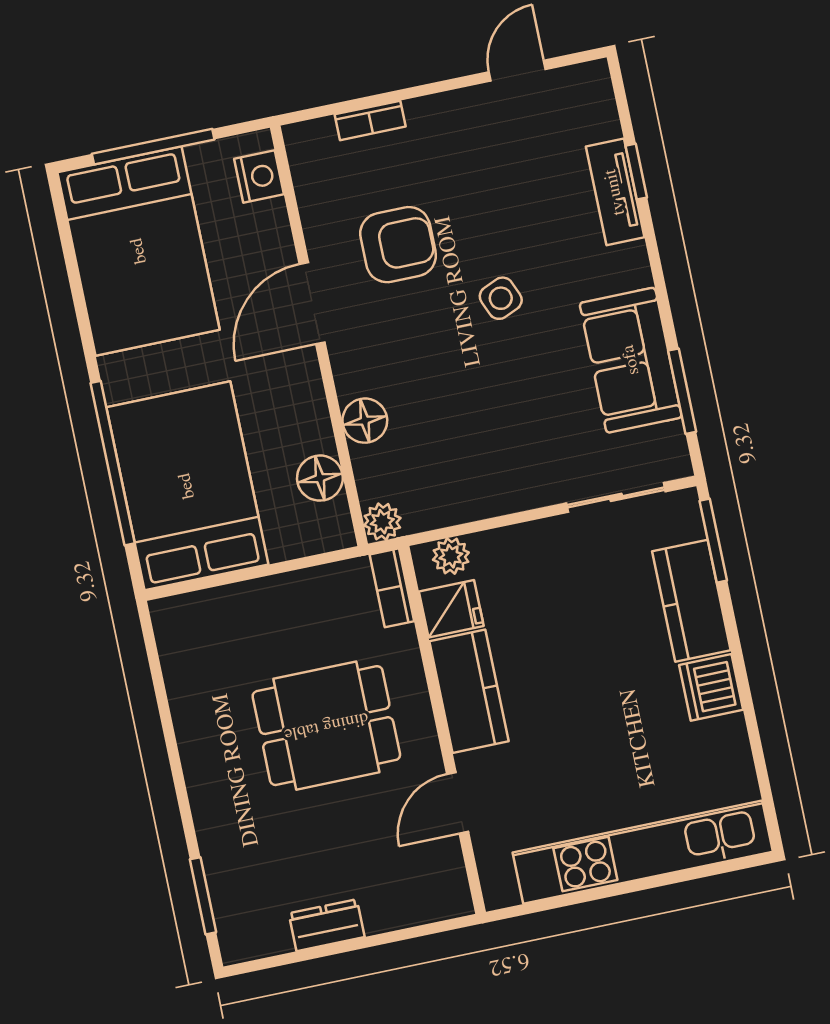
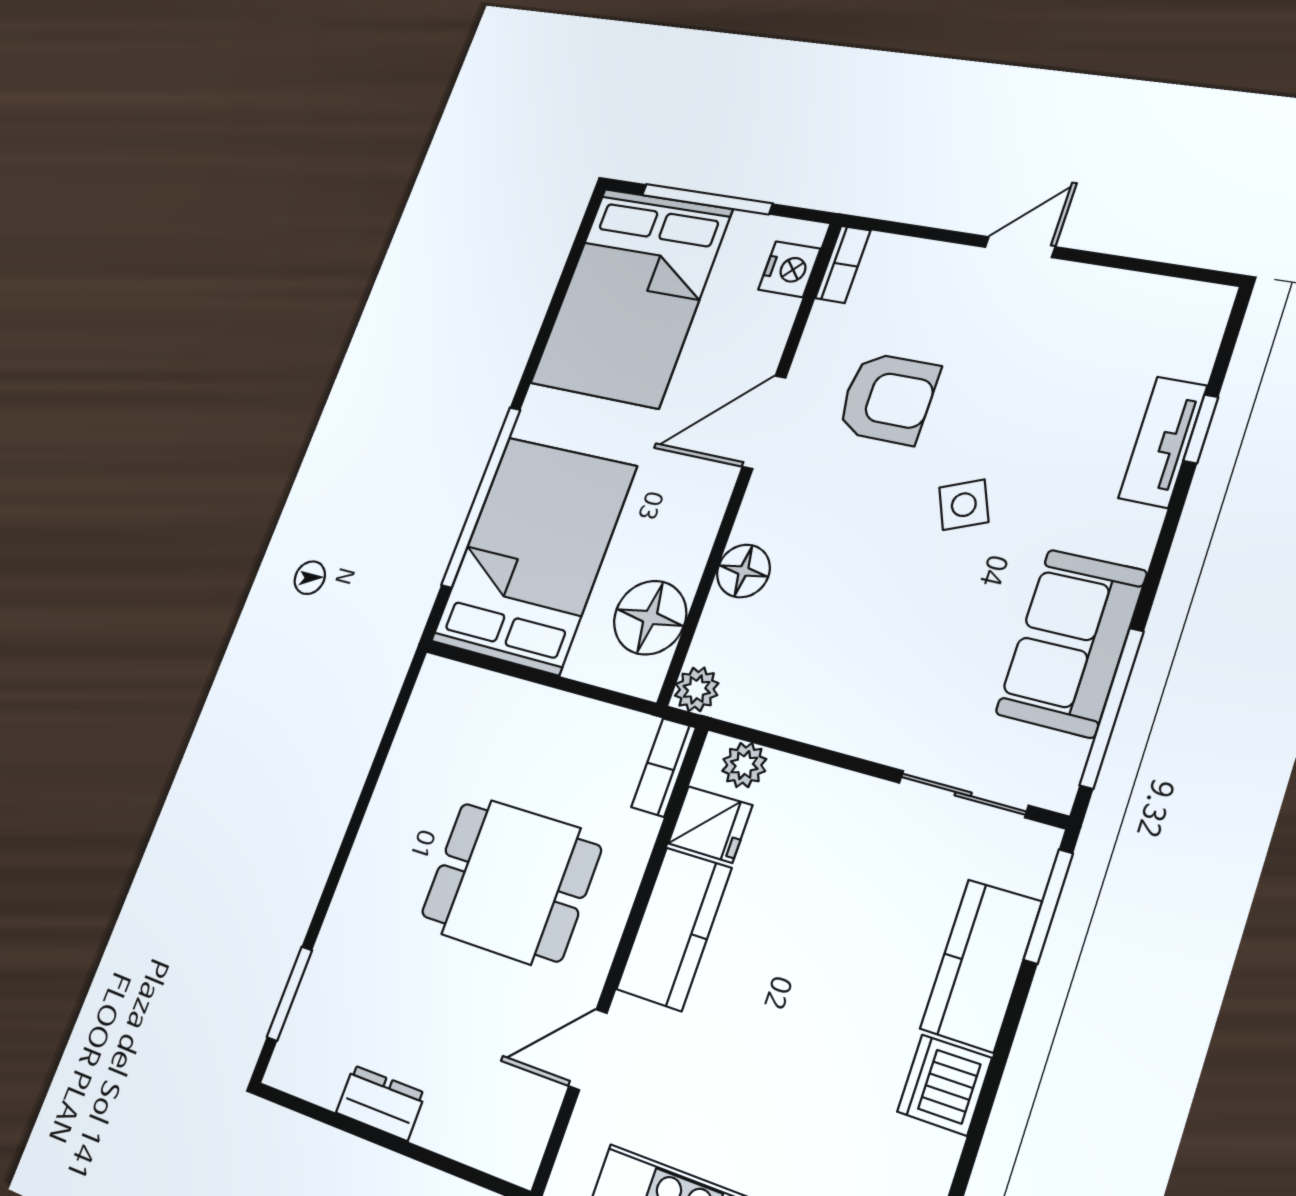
door: (517, 71) -> (1020, 247), moved
bookcase: (370, 120) -> (843, 264), moved, turned -90
window: (682, 391) -> (1112, 708), width x1.44
floor lamp: (320, 478) -> (650, 618), width x1.38, depth x1.38

